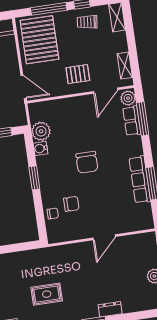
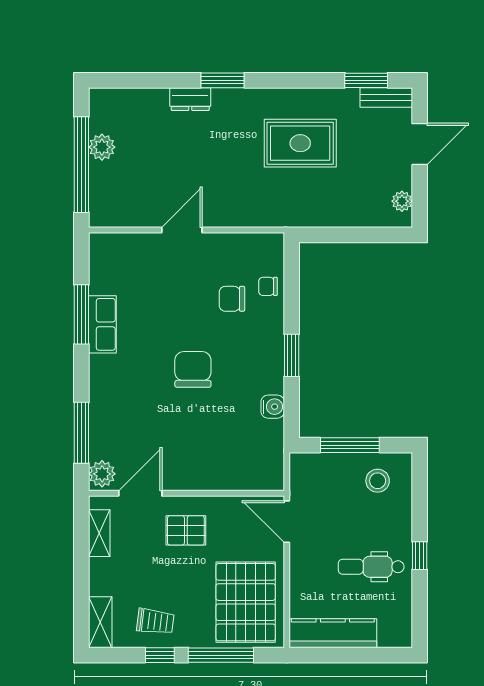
row of seats: (132, 121) -> (101, 432), removed
plant: (41, 131) -> (267, 437), removed
row of seats: (140, 180) -> (102, 324), width x0.68
rug: (47, 294) -> (300, 143), width x1.36, depth x1.43

